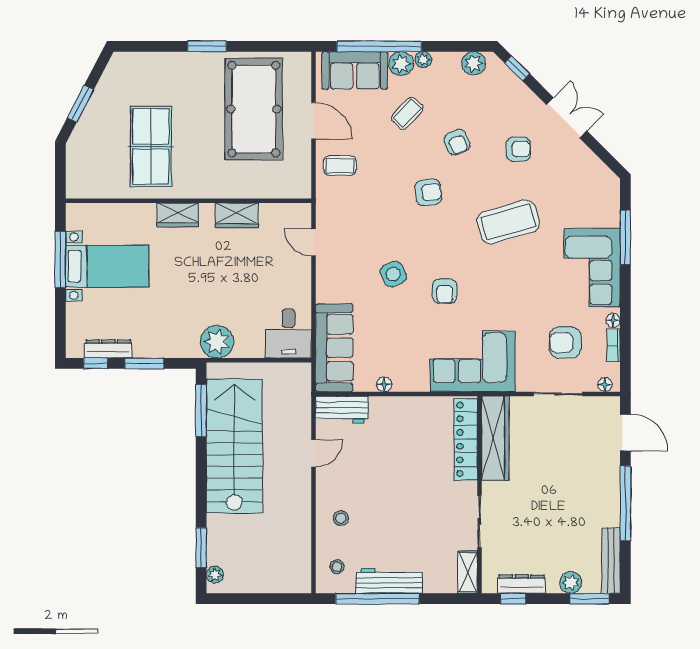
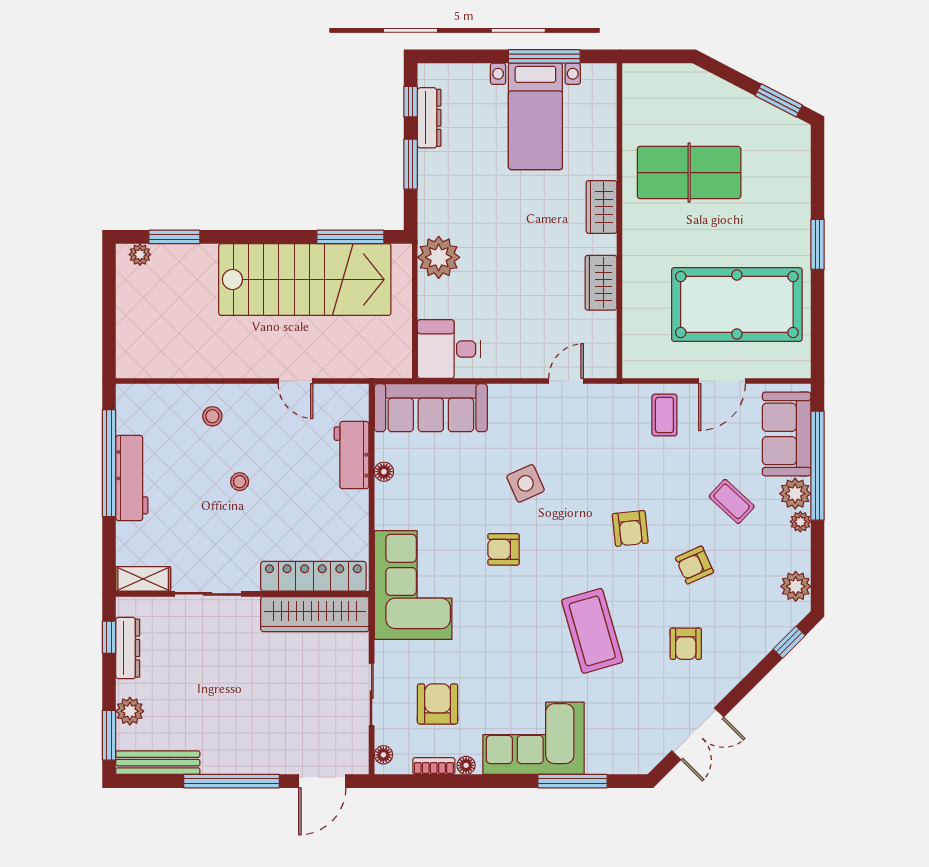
window: (80, 104) -> (779, 100), moved
double door: (567, 118) -> (698, 734), moved
workbench: (342, 410) -> (352, 455), moved
stool: (337, 567) -> (240, 482), moved

